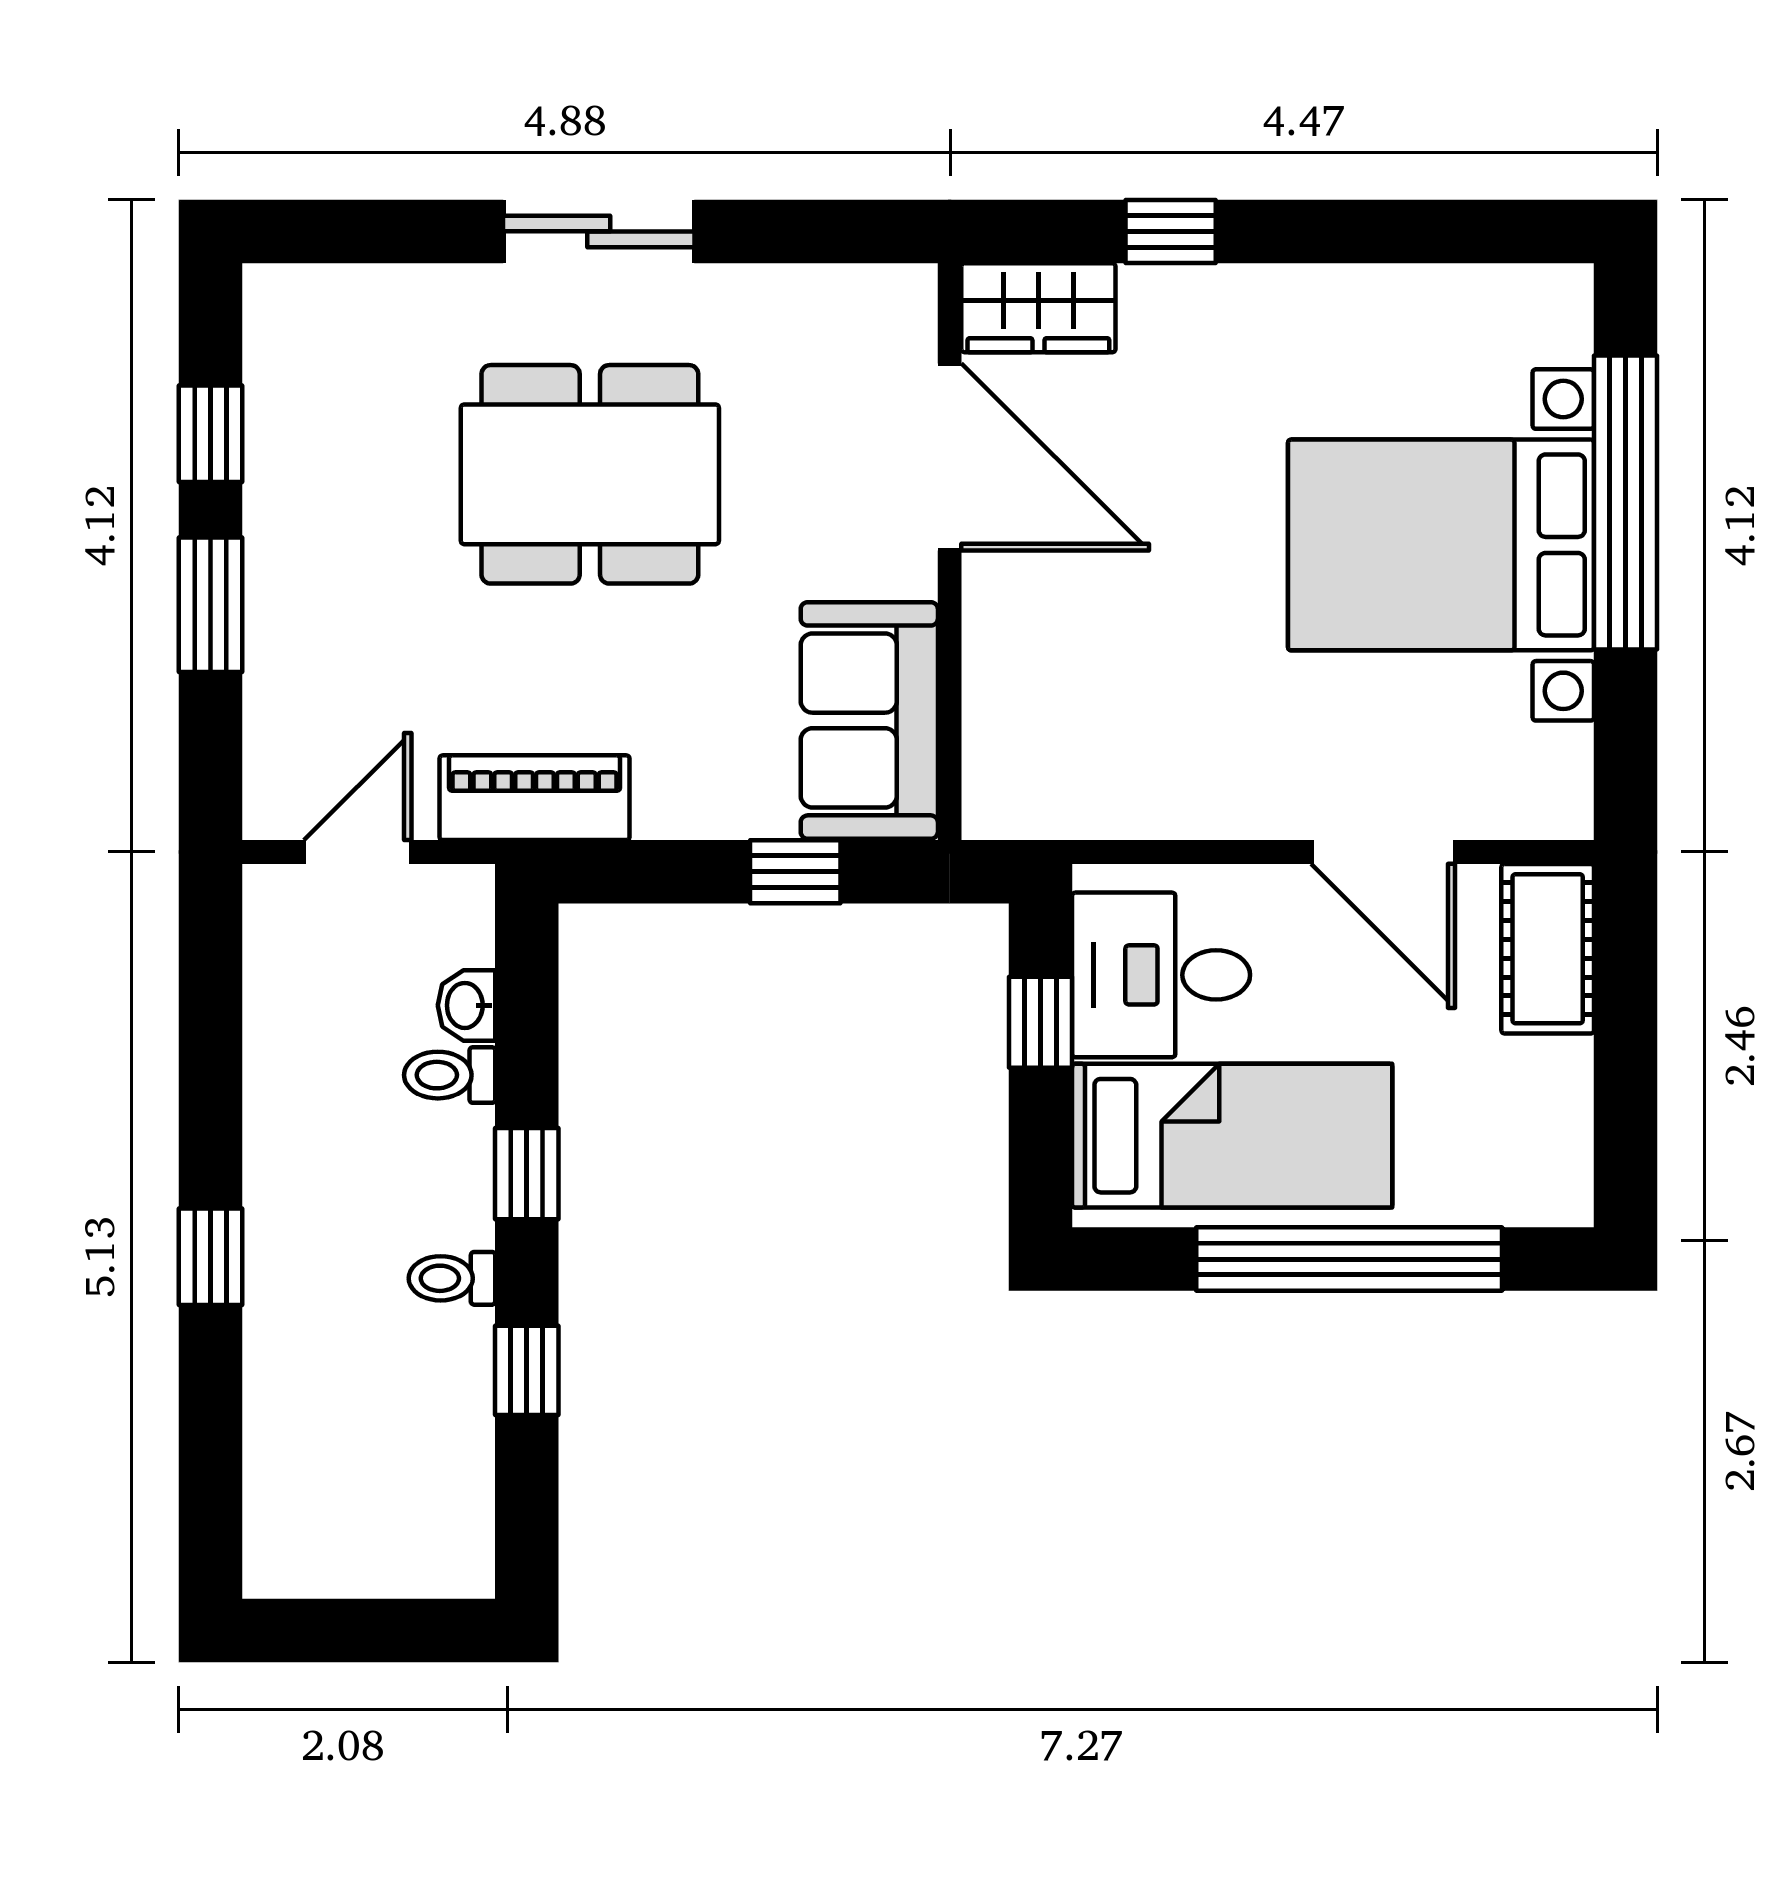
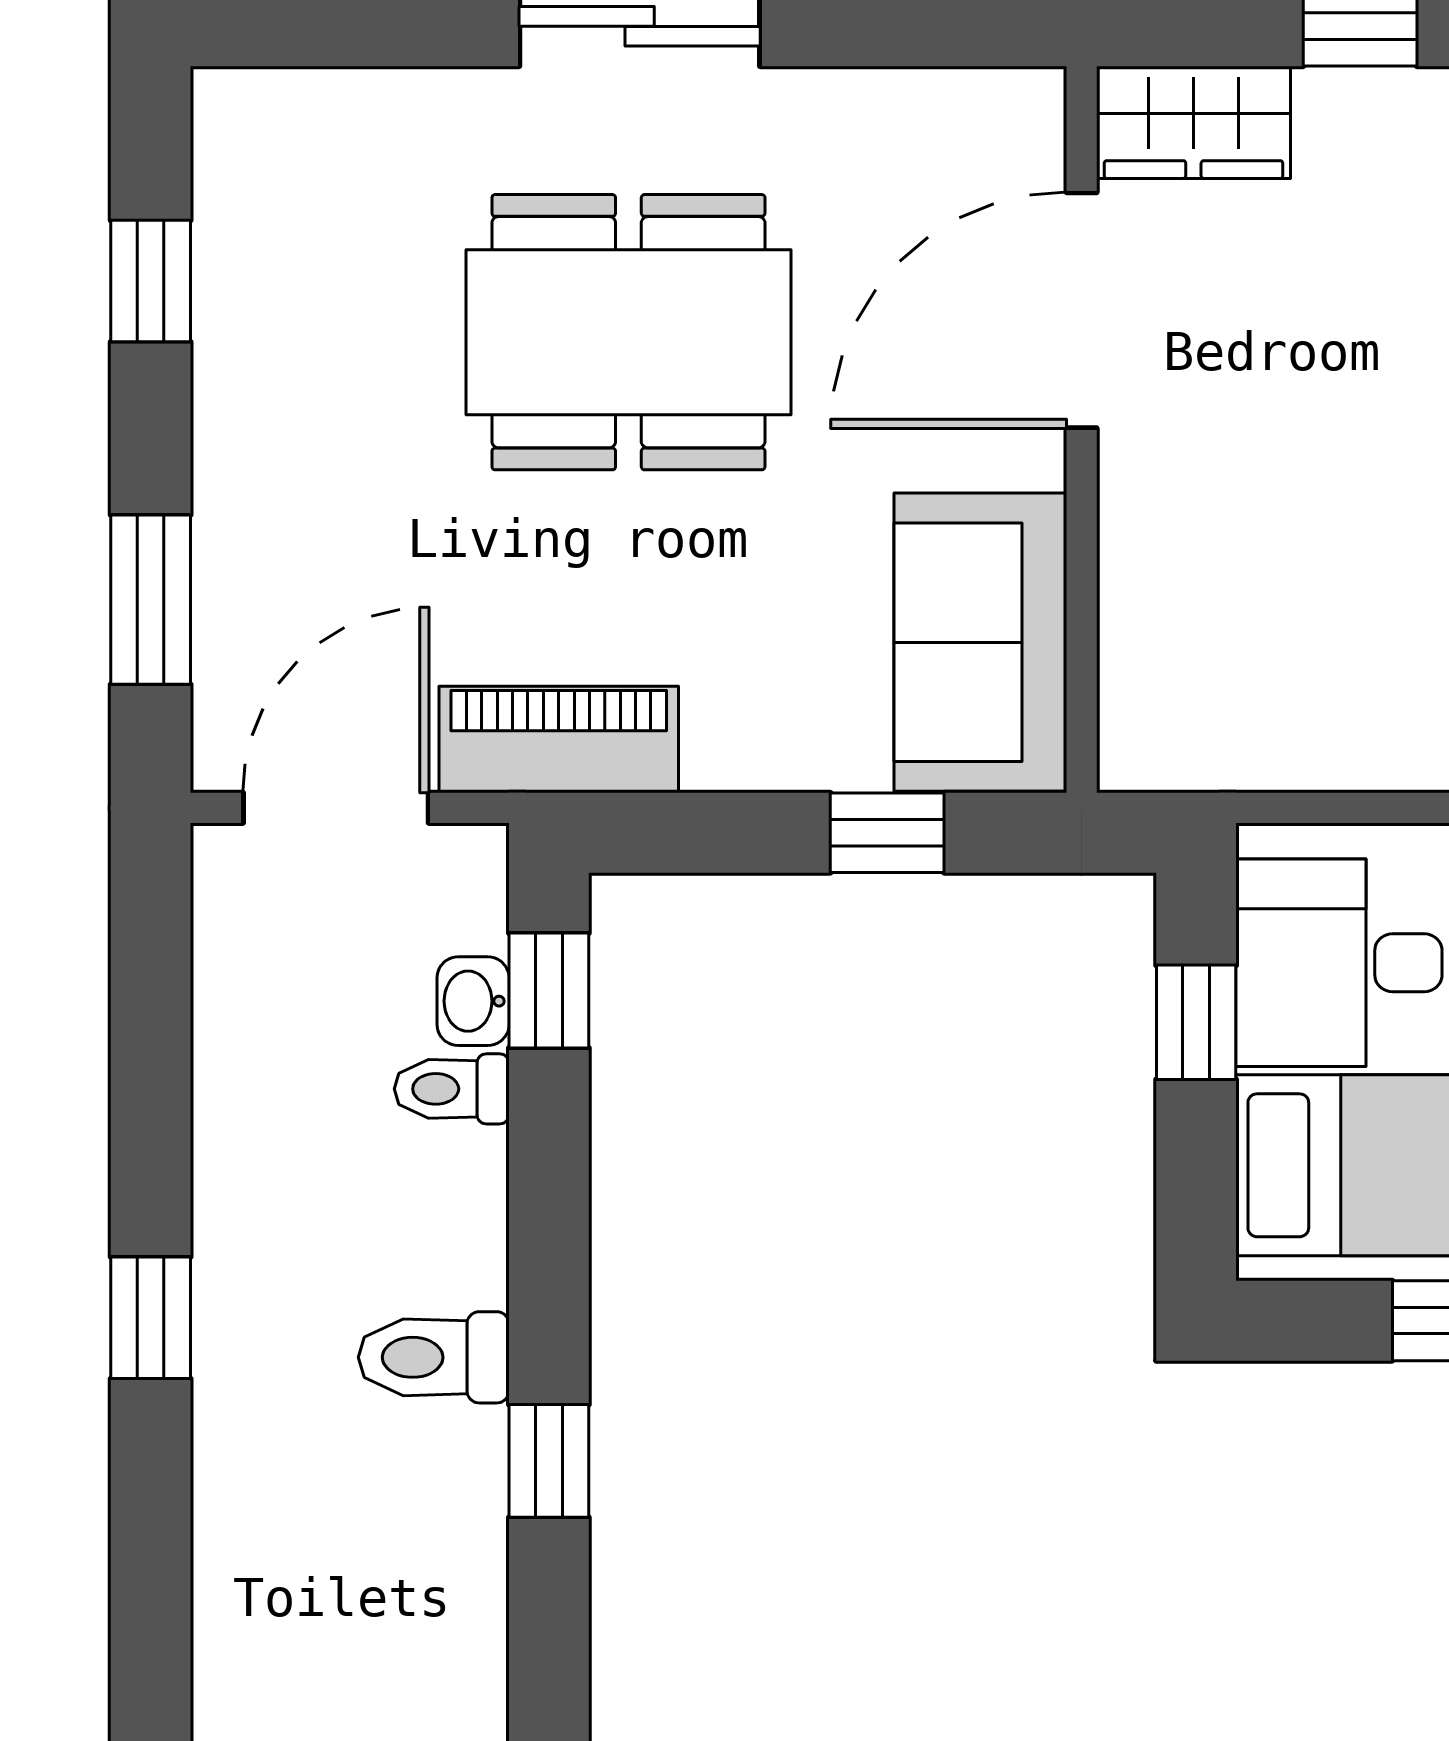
door: (950, 457) -> (1082, 310), swing flipped
window: (211, 605) -> (151, 600), moved
door: (358, 852) -> (336, 808), width x1.37
window: (527, 1174) -> (549, 990), moved
toilet: (452, 1278) -> (434, 1357), width x1.37, depth x1.39

